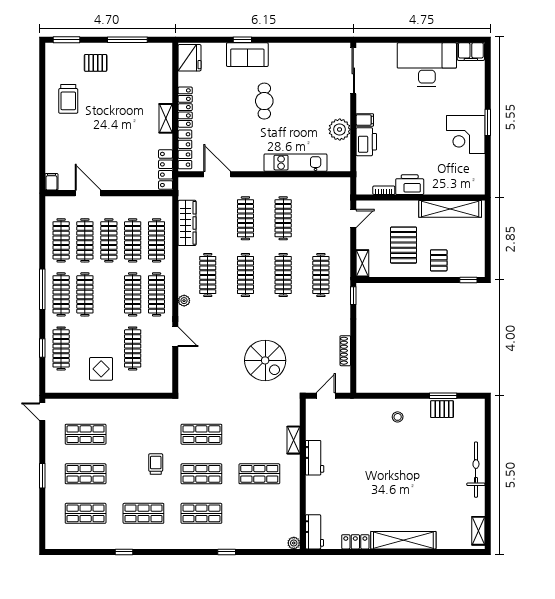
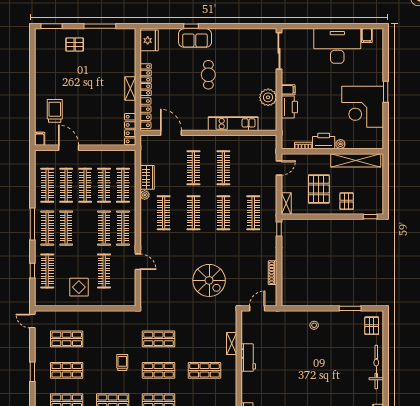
filing cabinet: (471, 52) -> (367, 36), width x0.50
trolley: (68, 99) -> (55, 111), moved, turned 180
corner desk: (466, 134) -> (363, 107), width x1.36, depth x1.36
plant: (431, 188) -> (340, 144), added
wardrobe: (187, 223) -> (147, 177), width x0.67
plant: (184, 301) -> (145, 195), moved
pallet: (442, 409) -> (372, 326), moved, turned 90

